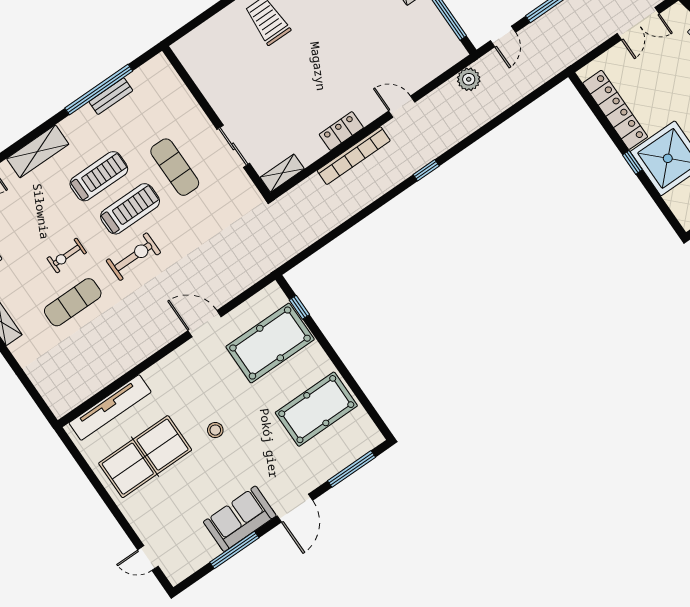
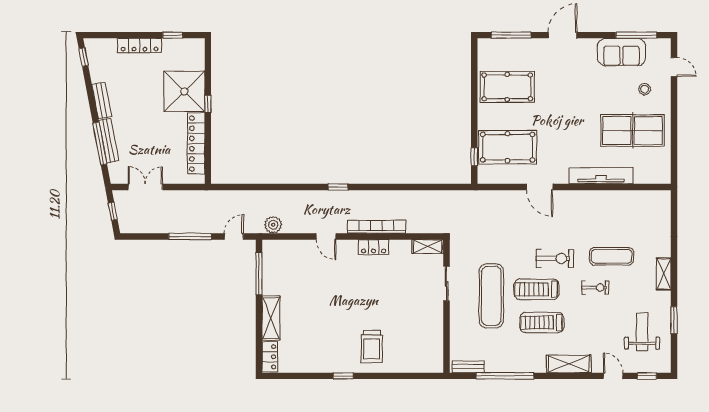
bench: (111, 96) -> (468, 367), moved
exercise mat: (175, 167) -> (491, 296), width x1.36, depth x1.45
exercise bike: (133, 257) -> (555, 258), turned 180
tv unit: (110, 408) -> (601, 176), moved
stool: (215, 430) -> (645, 89), moved
sofa: (240, 519) -> (621, 52), moved
window: (234, 550) -> (636, 35), moved

